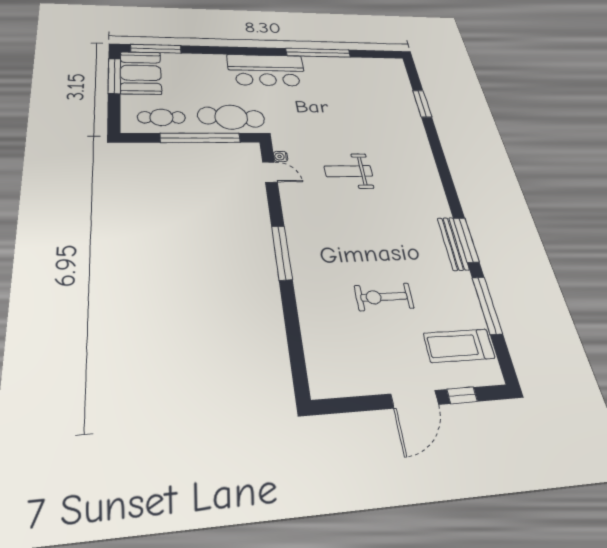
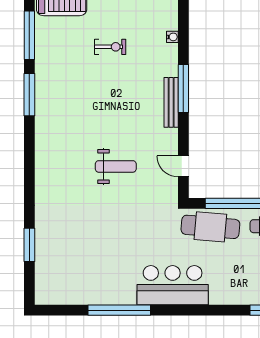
water cooler: (281, 156) -> (172, 37), moved
bench: (453, 244) -> (171, 102), moved
exercise bike: (384, 297) -> (110, 47), width x0.73, depth x0.72

